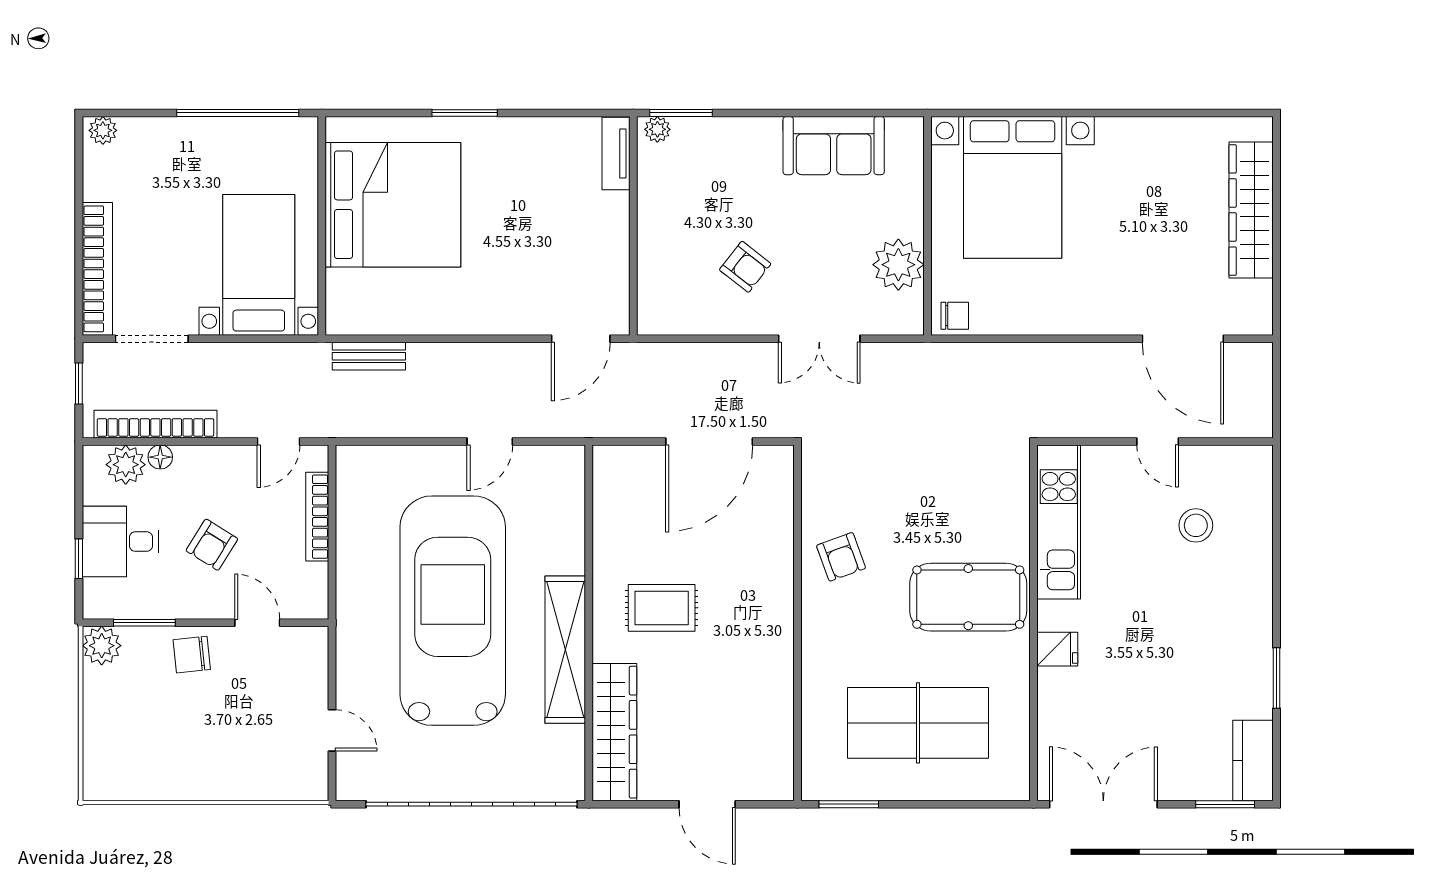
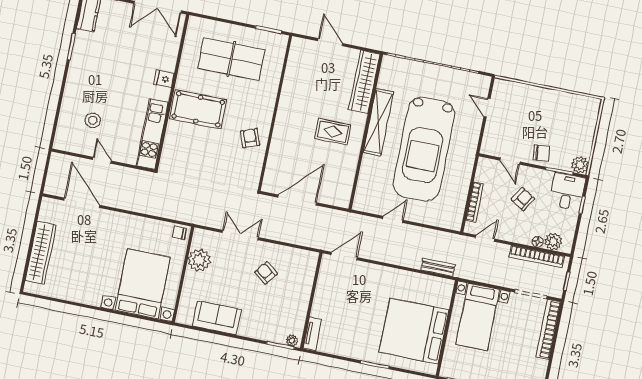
desk: (120, 542) -> (567, 192), moved, turned -90

